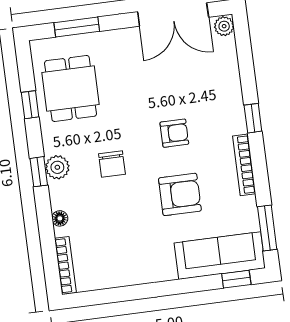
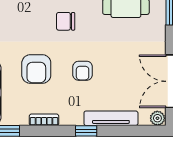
tv unit: (232, 88) -> (111, 118), added
bookcase: (244, 165) -> (44, 120), width x0.64

